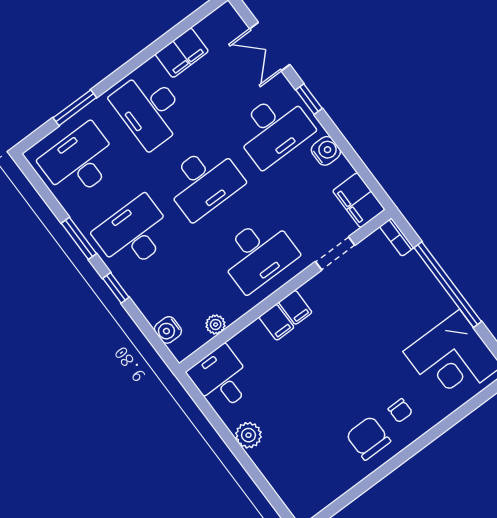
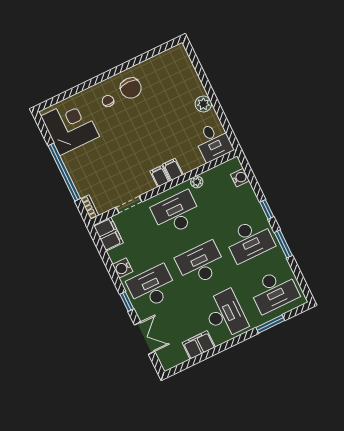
plant: (216, 325) -> (197, 182), moved

